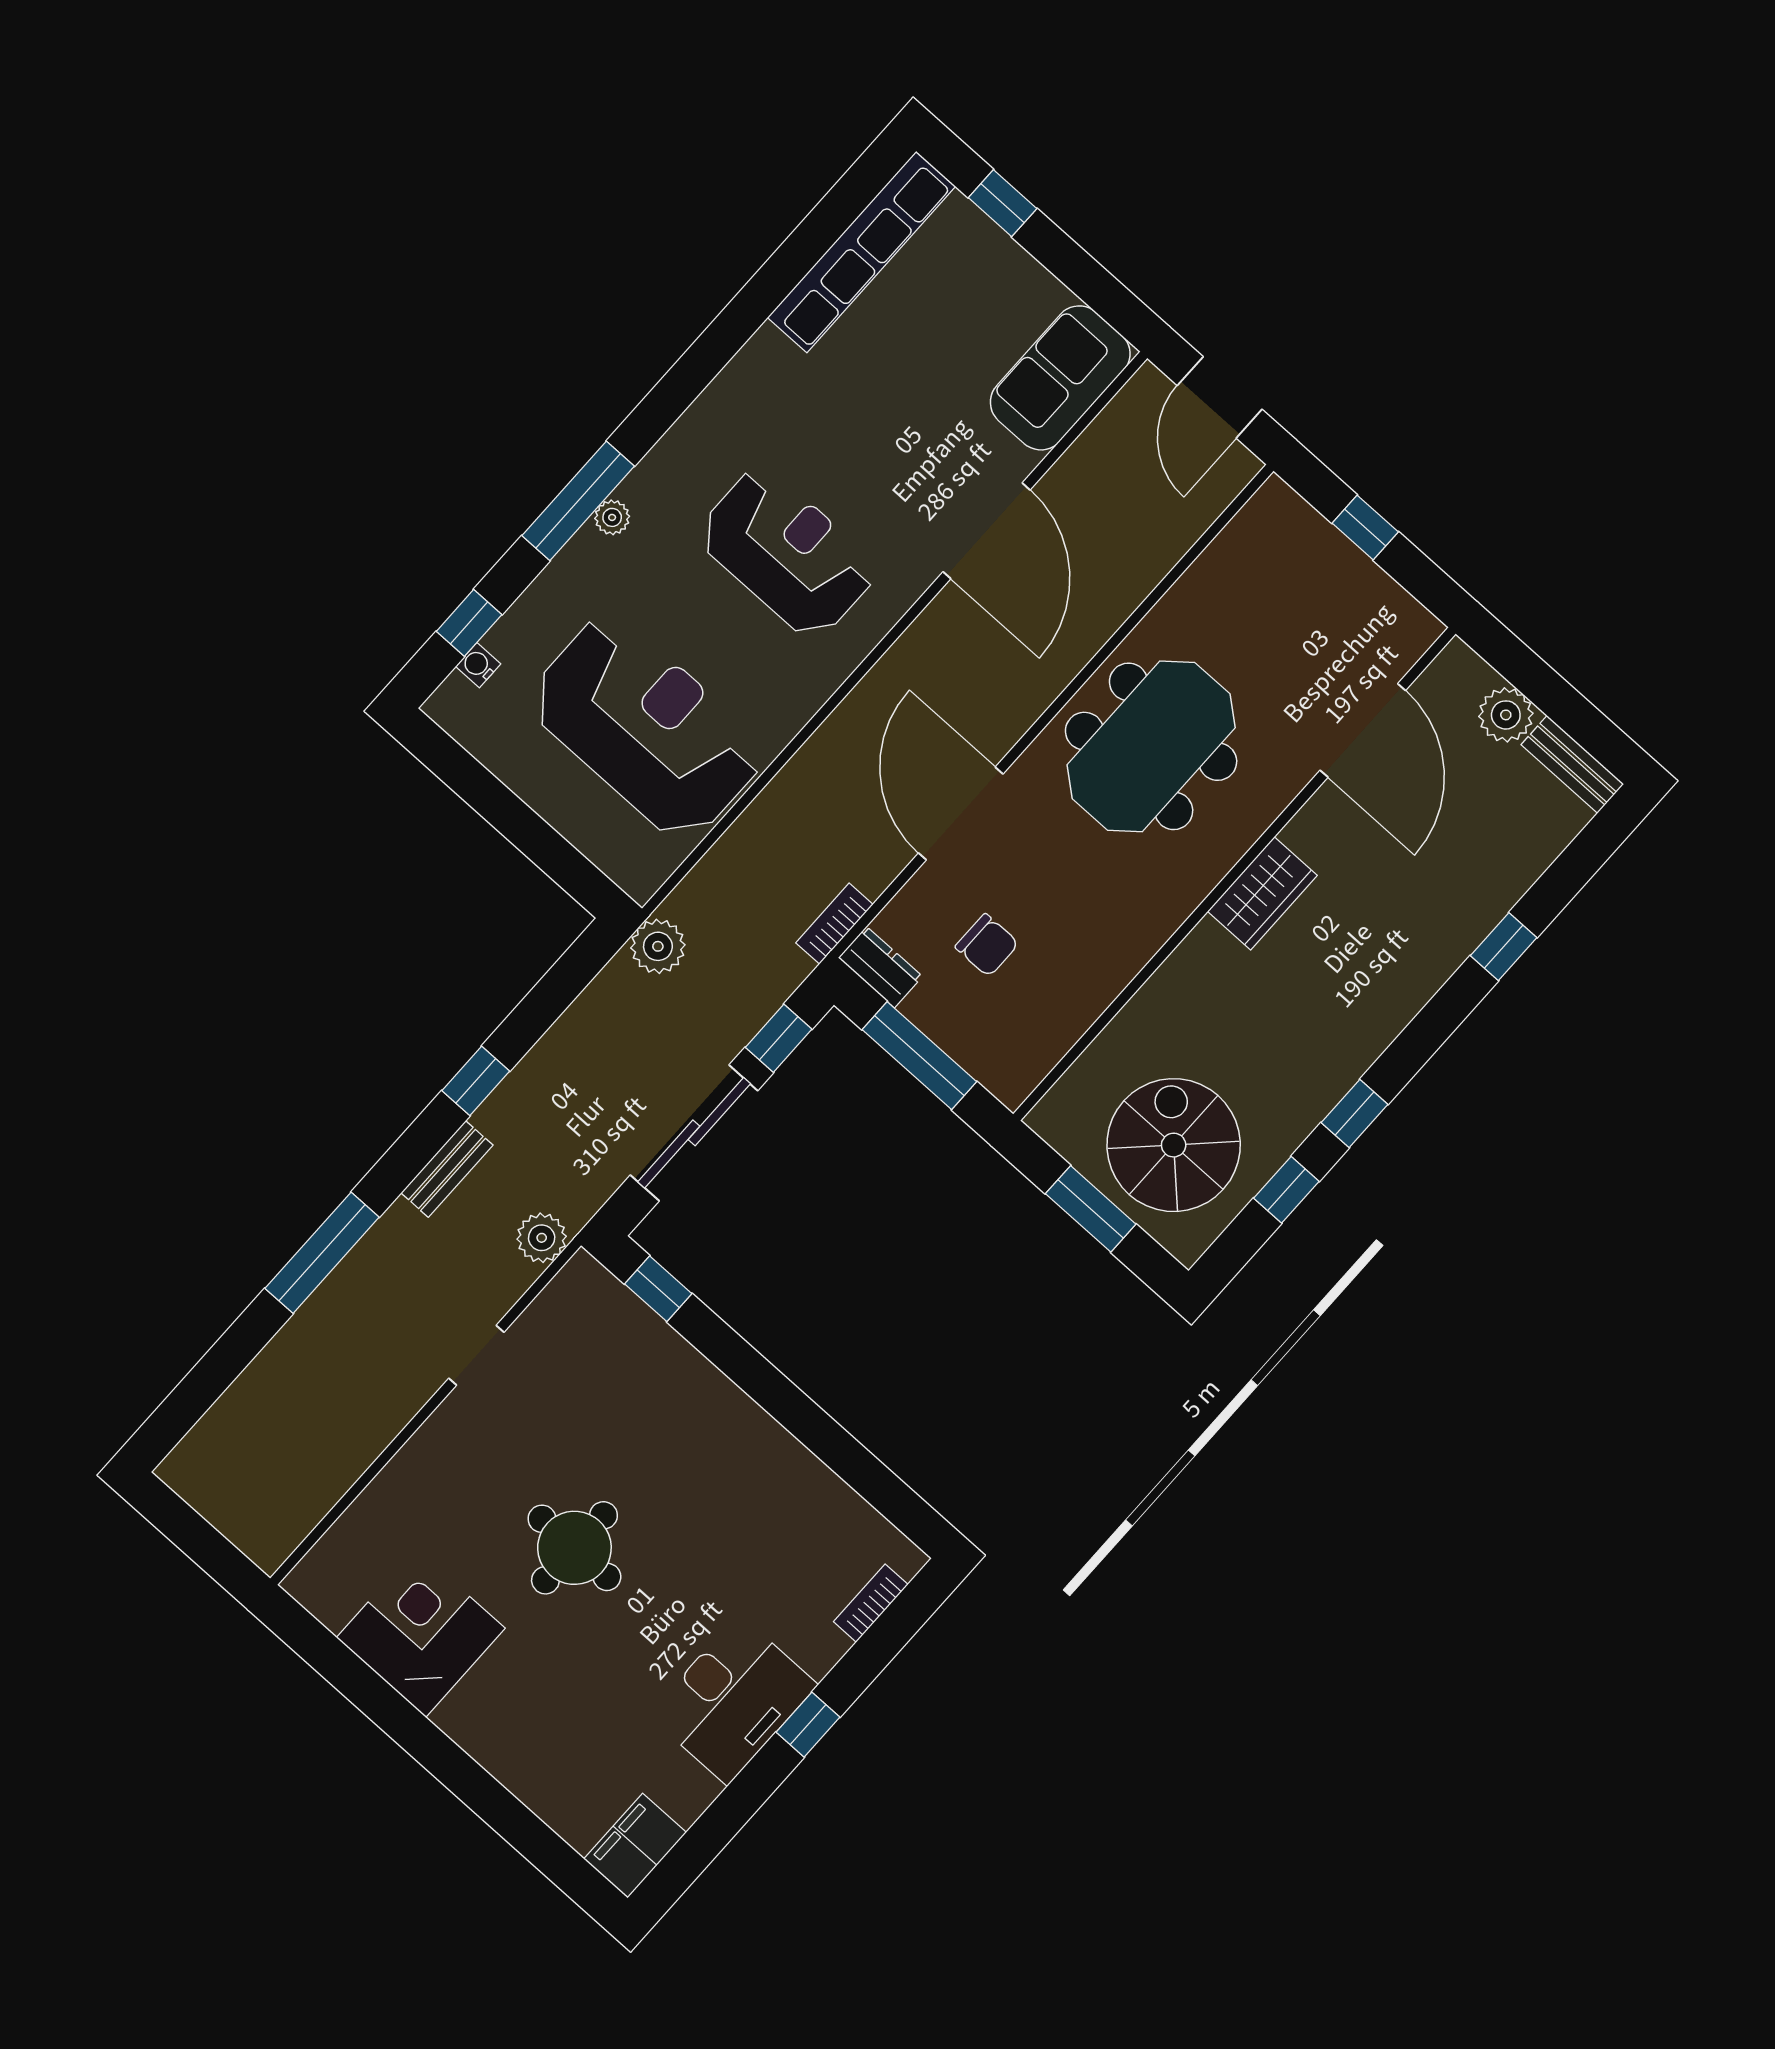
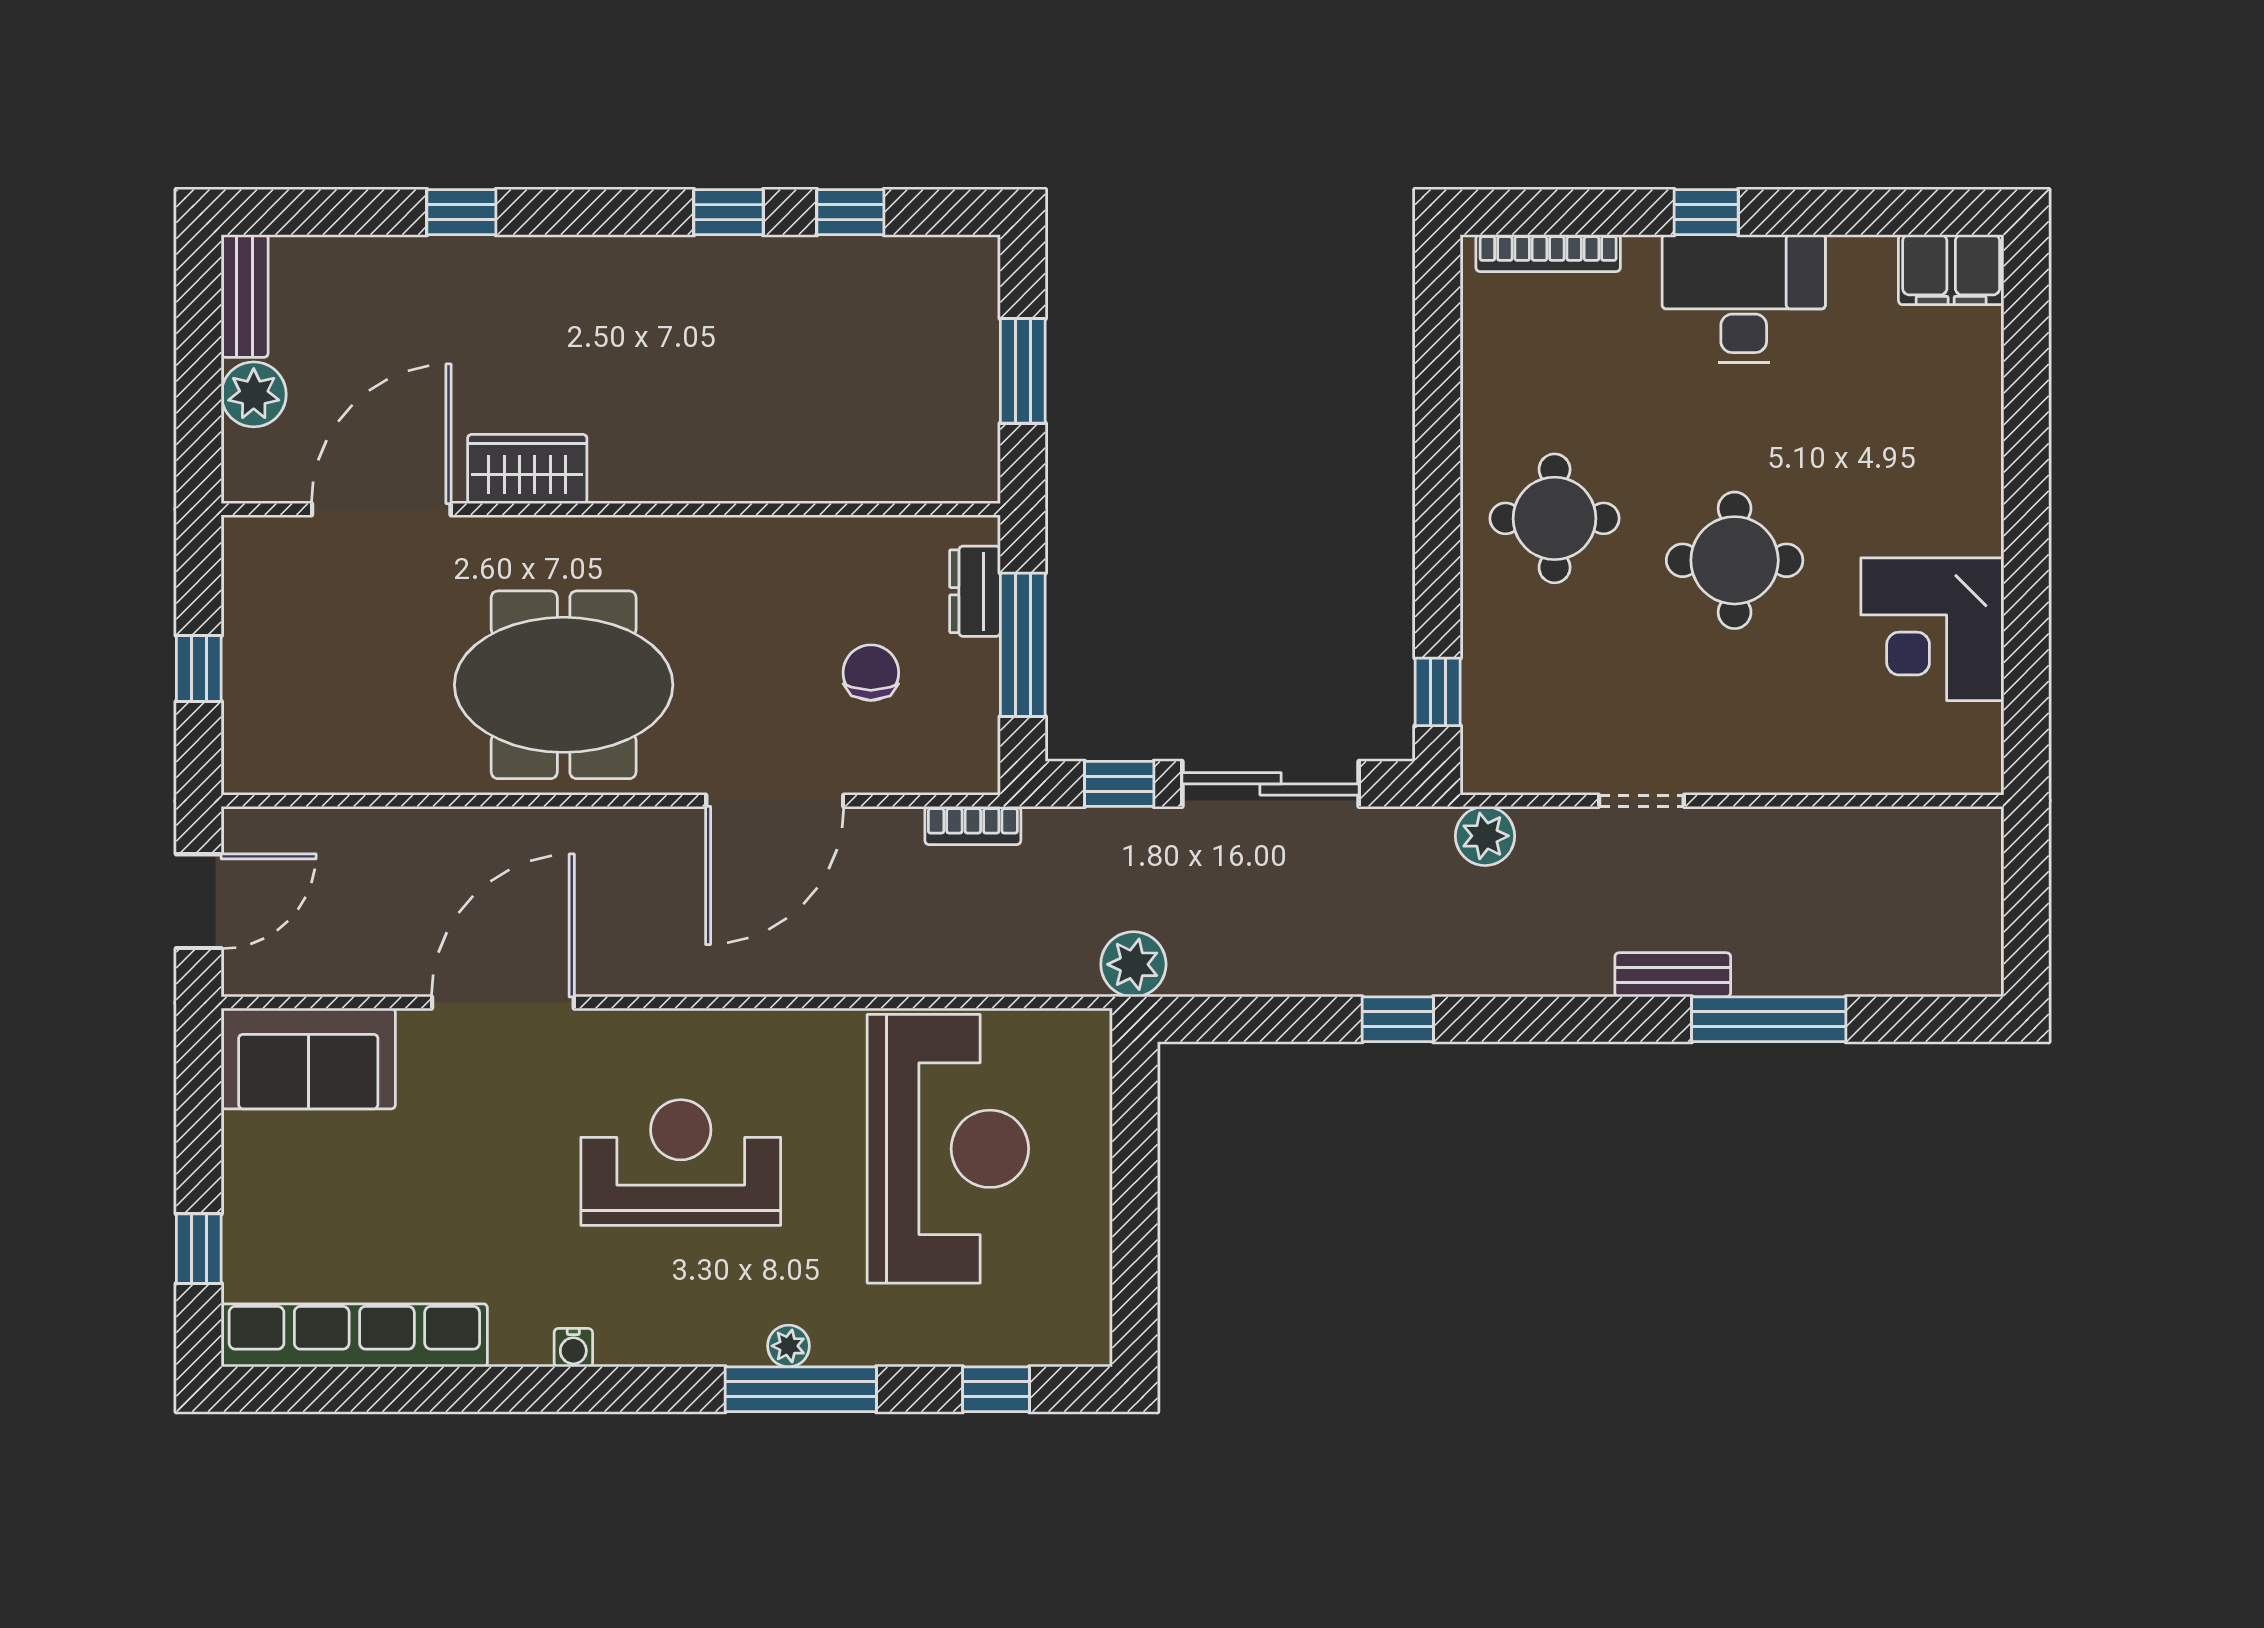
reception desk: (787, 553) -> (681, 1162), turned 90
water cooler: (478, 665) -> (573, 1348), moved
reception desk: (646, 727) -> (948, 1149), turned 180
wardrobe: (1262, 893) -> (527, 469), moved
dresser: (880, 967) -> (975, 591), moved
spiral stairs: (1174, 1145) -> (900, 348), removed
bench: (447, 1169) -> (1673, 975), moved
window: (322, 1253) -> (1769, 1019), moved
round table: (701, 1459) -> (1555, 518), added
bookcase: (871, 1603) -> (1548, 253), width x1.56

